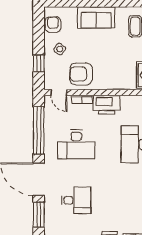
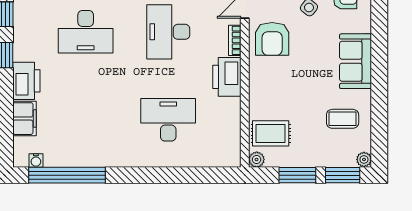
armchair: (81, 74) -> (272, 39), turned 180
desk: (76, 200) -> (86, 32), width x1.37

